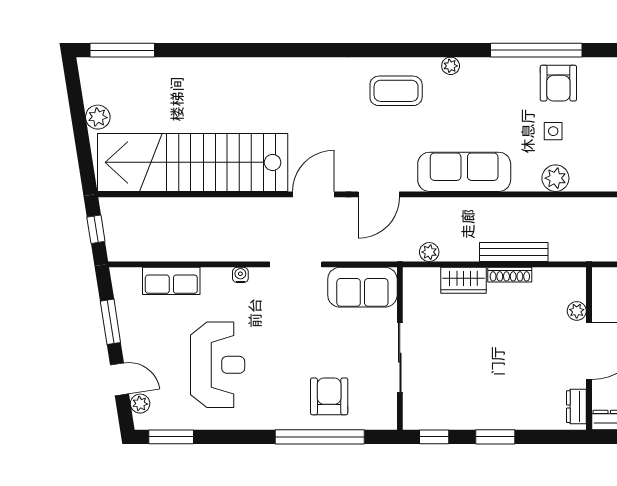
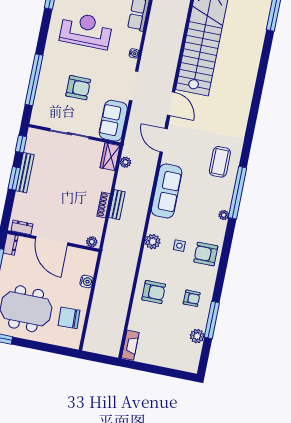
window: (536, 50) -> (238, 193), moved
plant: (451, 66) -> (224, 215), moved
bench: (514, 252) -> (117, 205), width x0.73
wardrobe: (464, 280) -> (110, 157), moved
plant: (577, 311) -> (92, 242), moved
reception desk: (218, 365) -> (86, 30), turned 180
armchair: (329, 396) -> (78, 88), moved
bench: (482, 420) -> (25, 173), added

